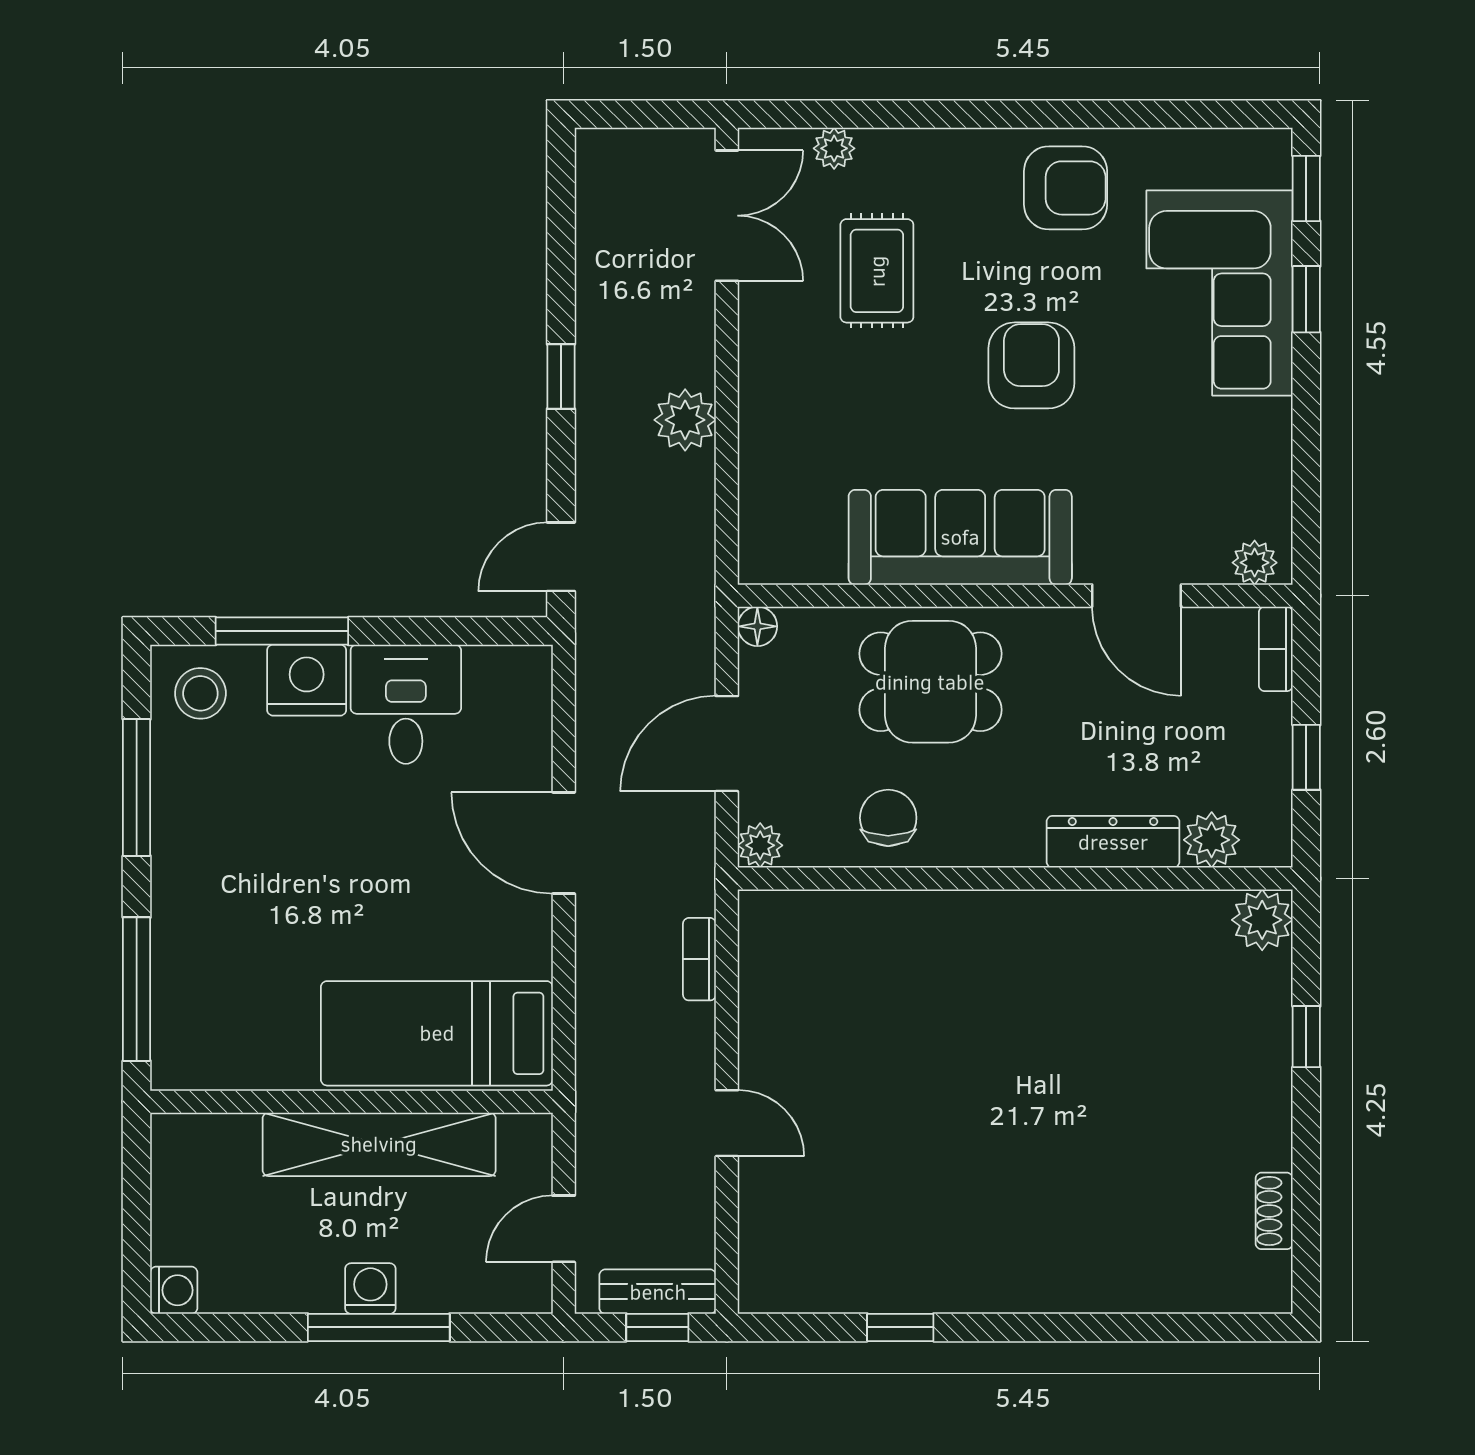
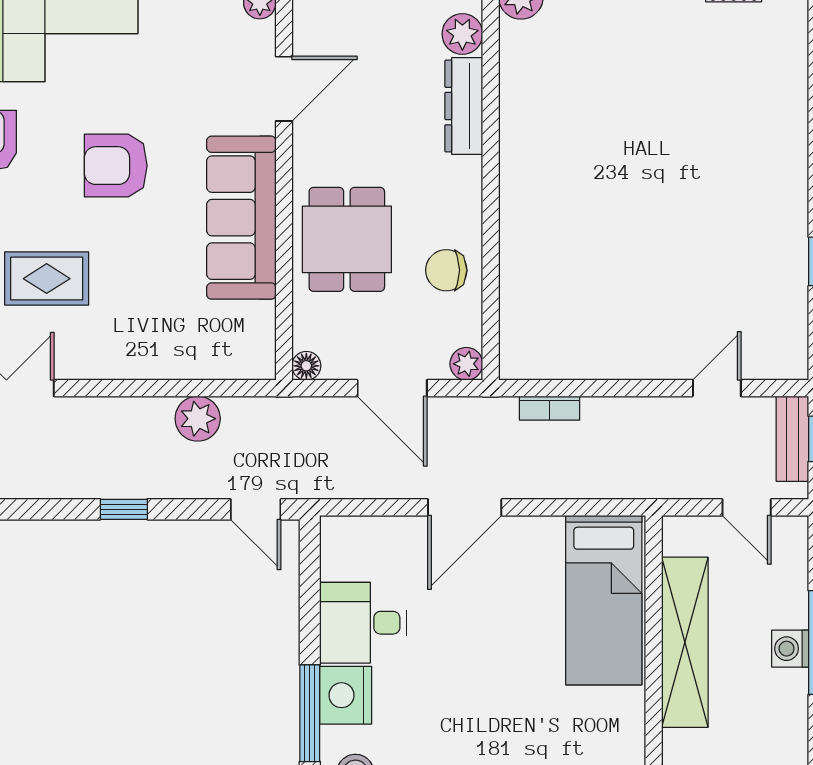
plant: (685, 420) -> (198, 419), moved
door: (727, 1123) -> (717, 388), moved

